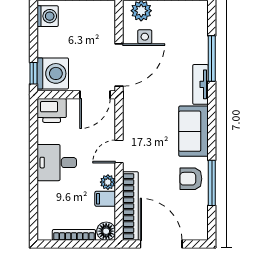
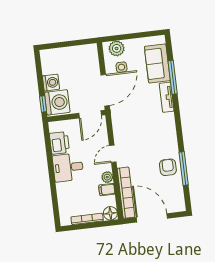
washing machine: (48, 16) -> (51, 83), moved
printer: (52, 111) -> (59, 143), moved, turned -90
sofa: (194, 131) -> (157, 64), moved
armchair: (191, 179) -> (168, 167), turned 90

